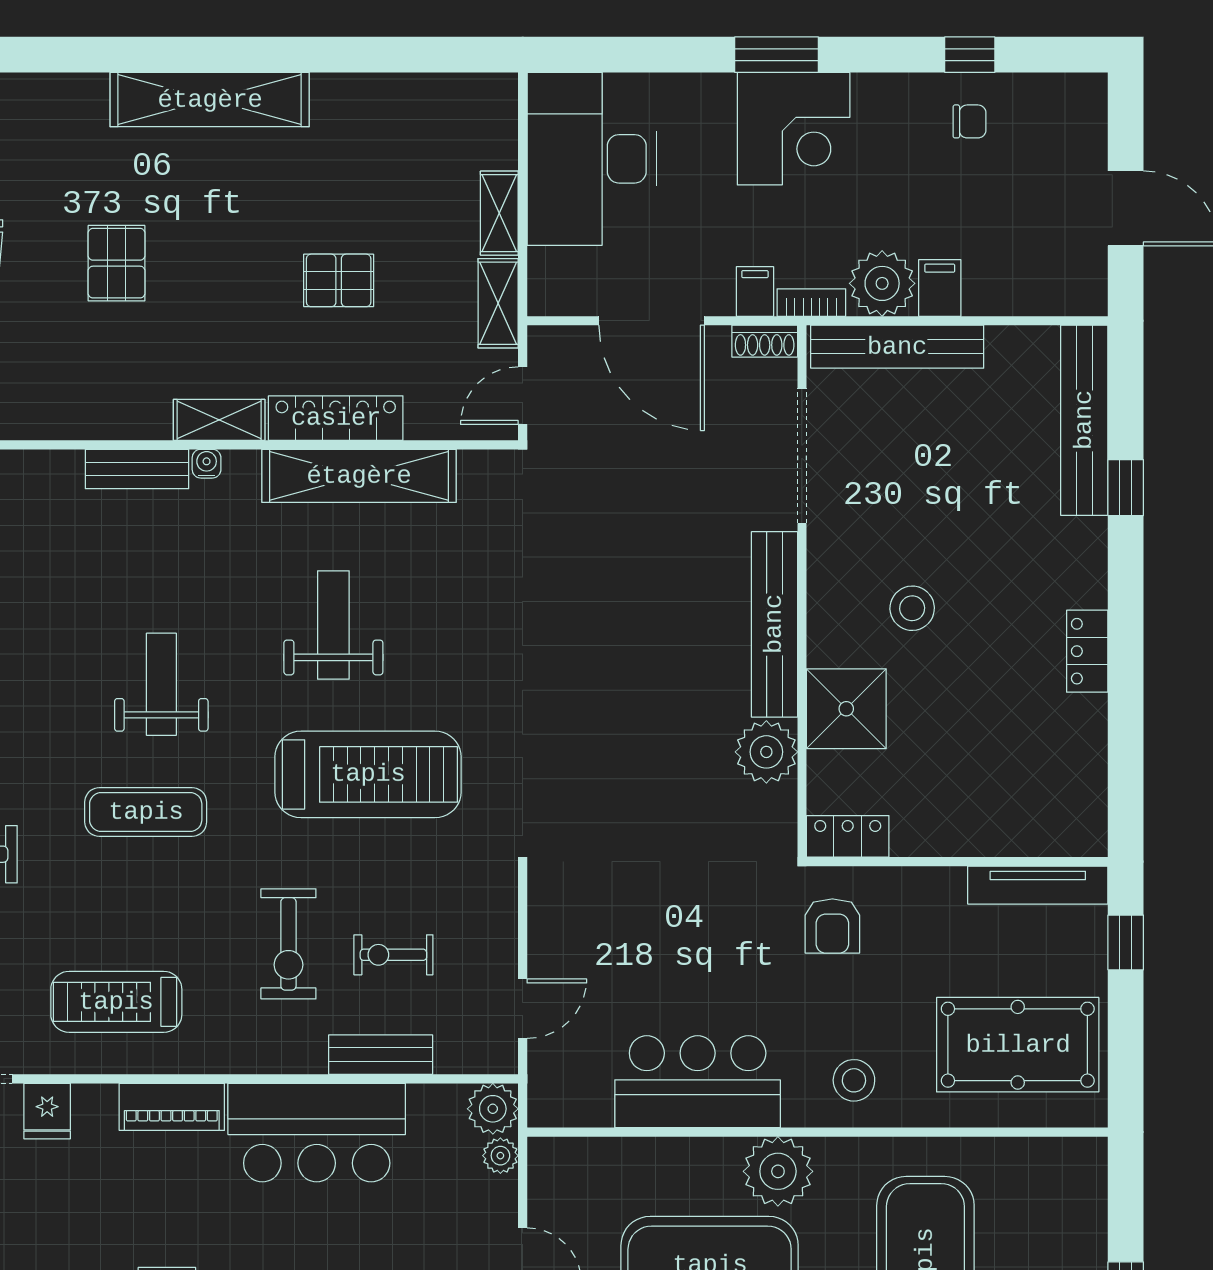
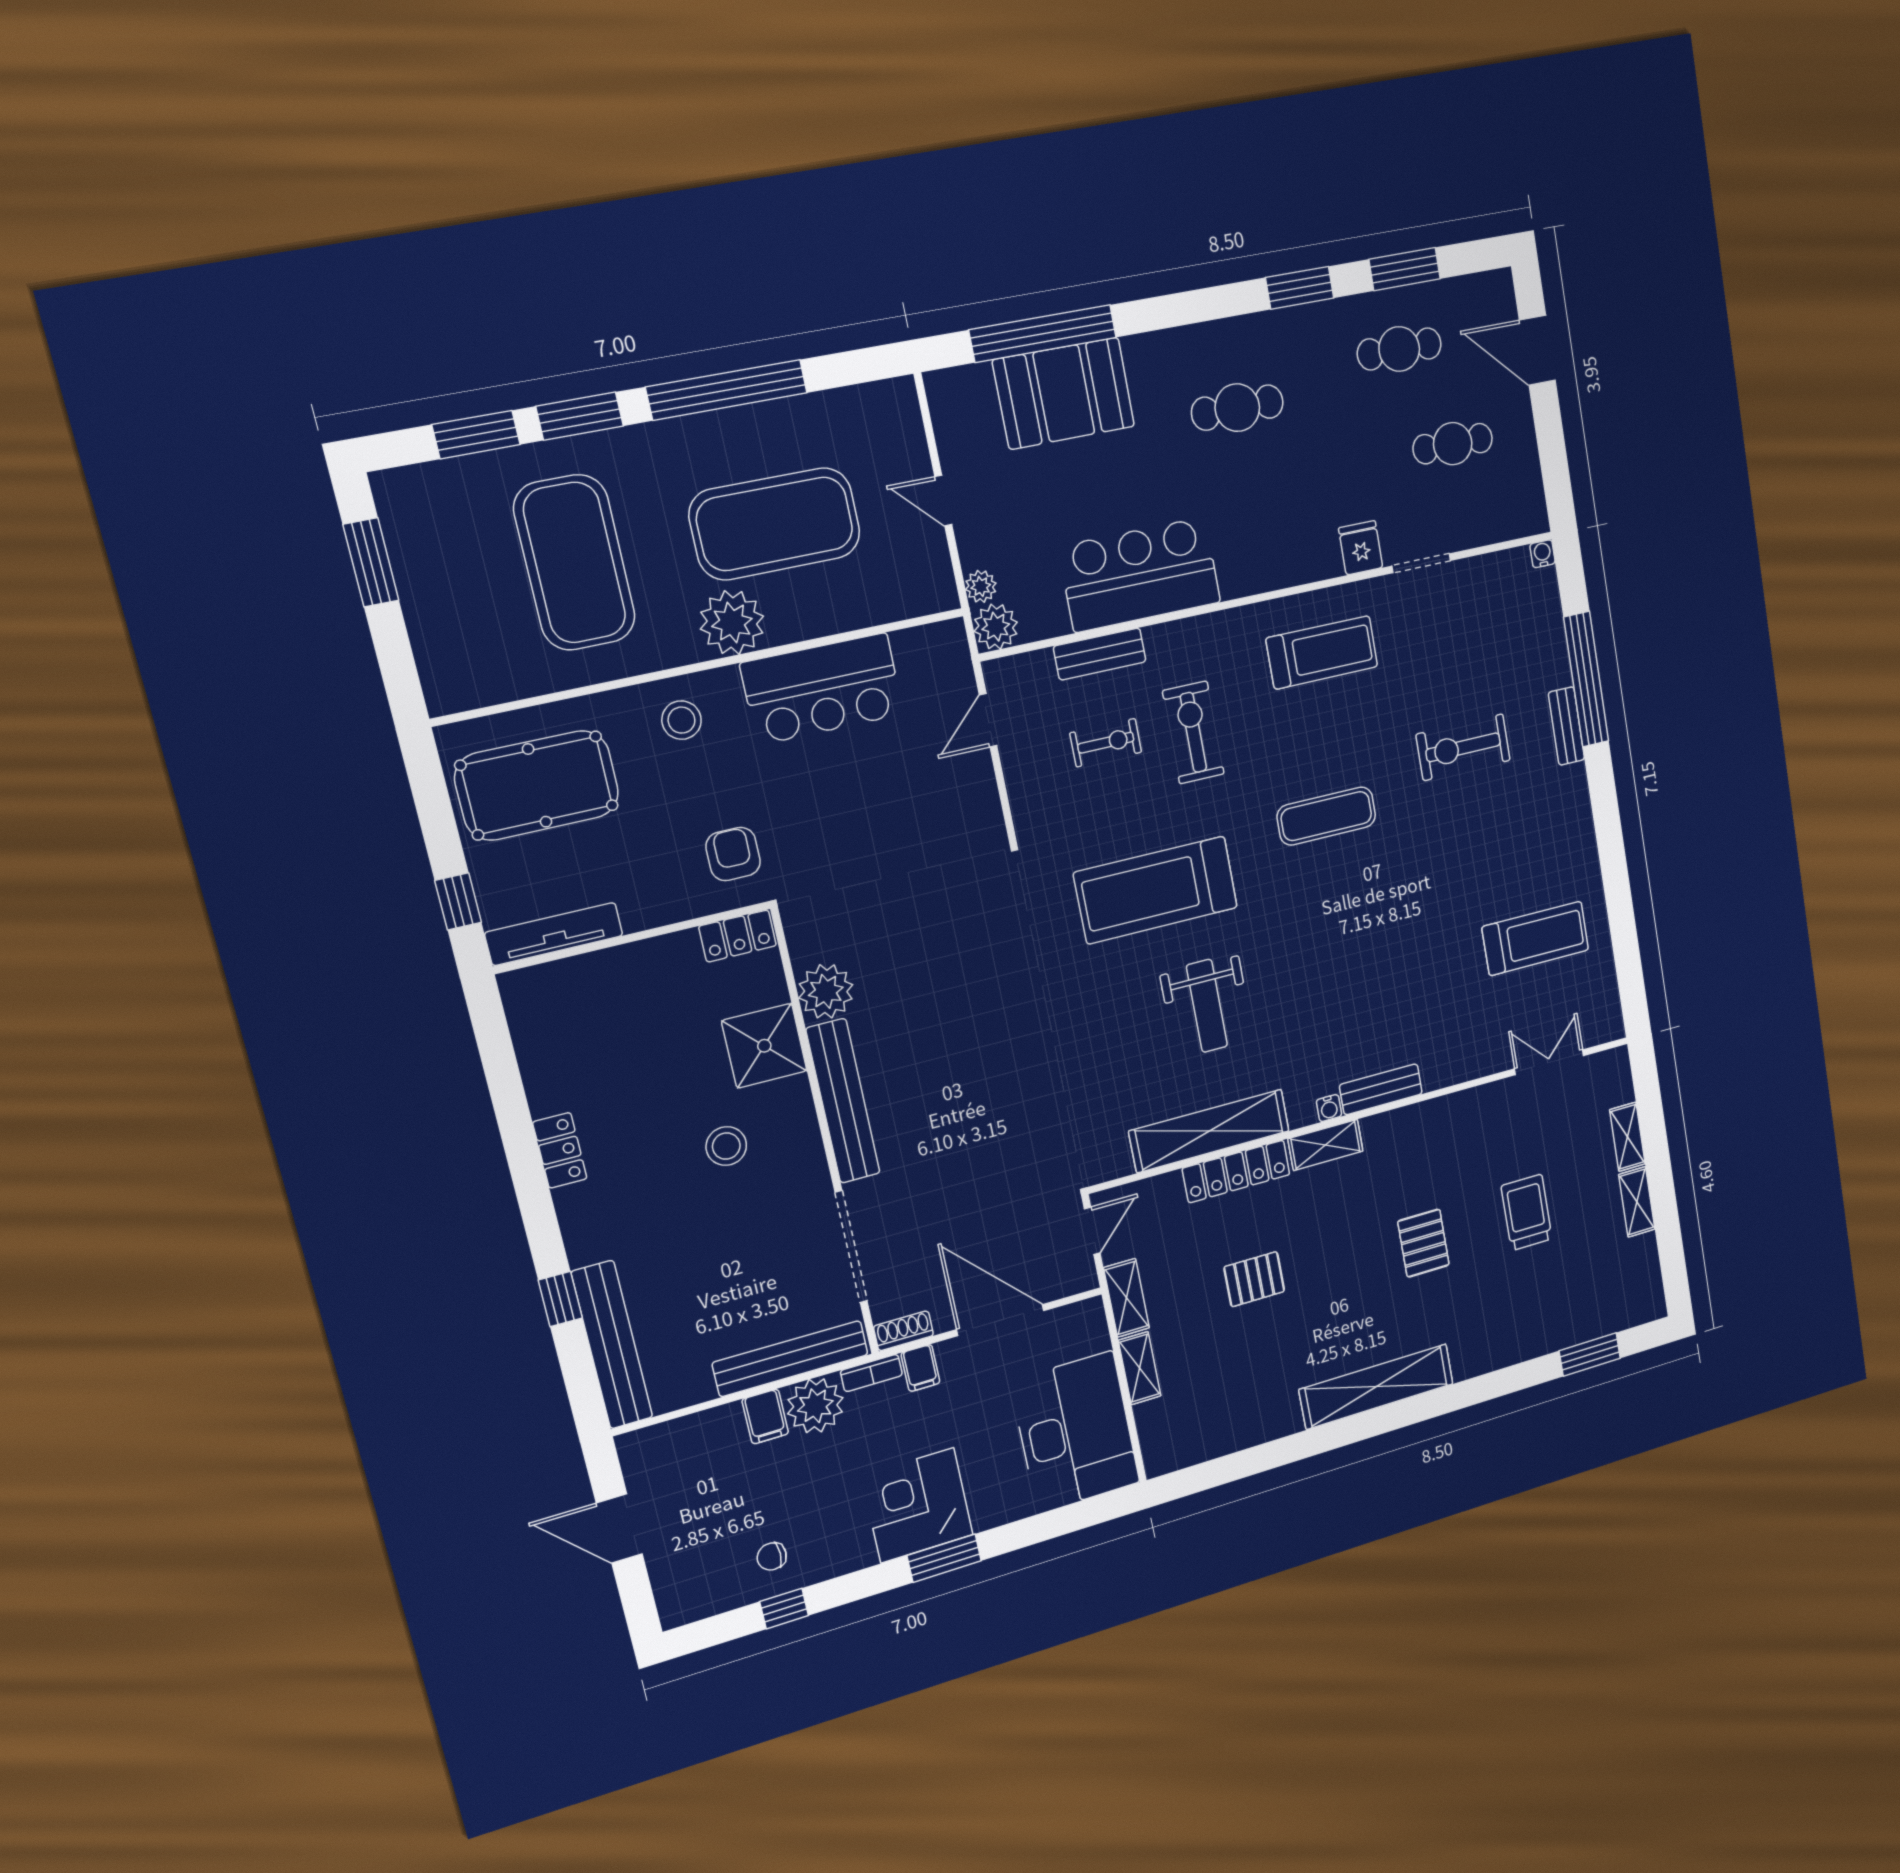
weight bench: (161, 684) -> (1332, 923), removed
piano: (172, 1107) -> (1262, 572), removed

